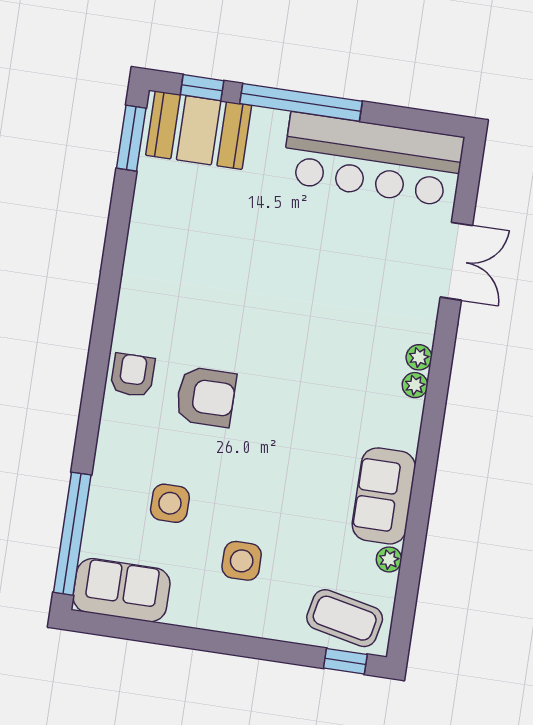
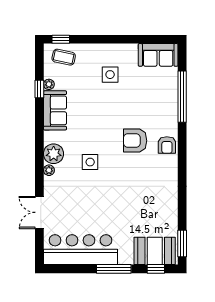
window: (301, 102) -> (114, 269), width x0.68
plant: (415, 385) -> (54, 154), width x1.87, depth x1.87
side table: (170, 503) -> (90, 162), moved
window: (72, 534) -> (182, 97), moved
window: (413, 552) -> (39, 89), added
coffee table: (345, 618) -> (64, 57), width x0.73, depth x0.77

